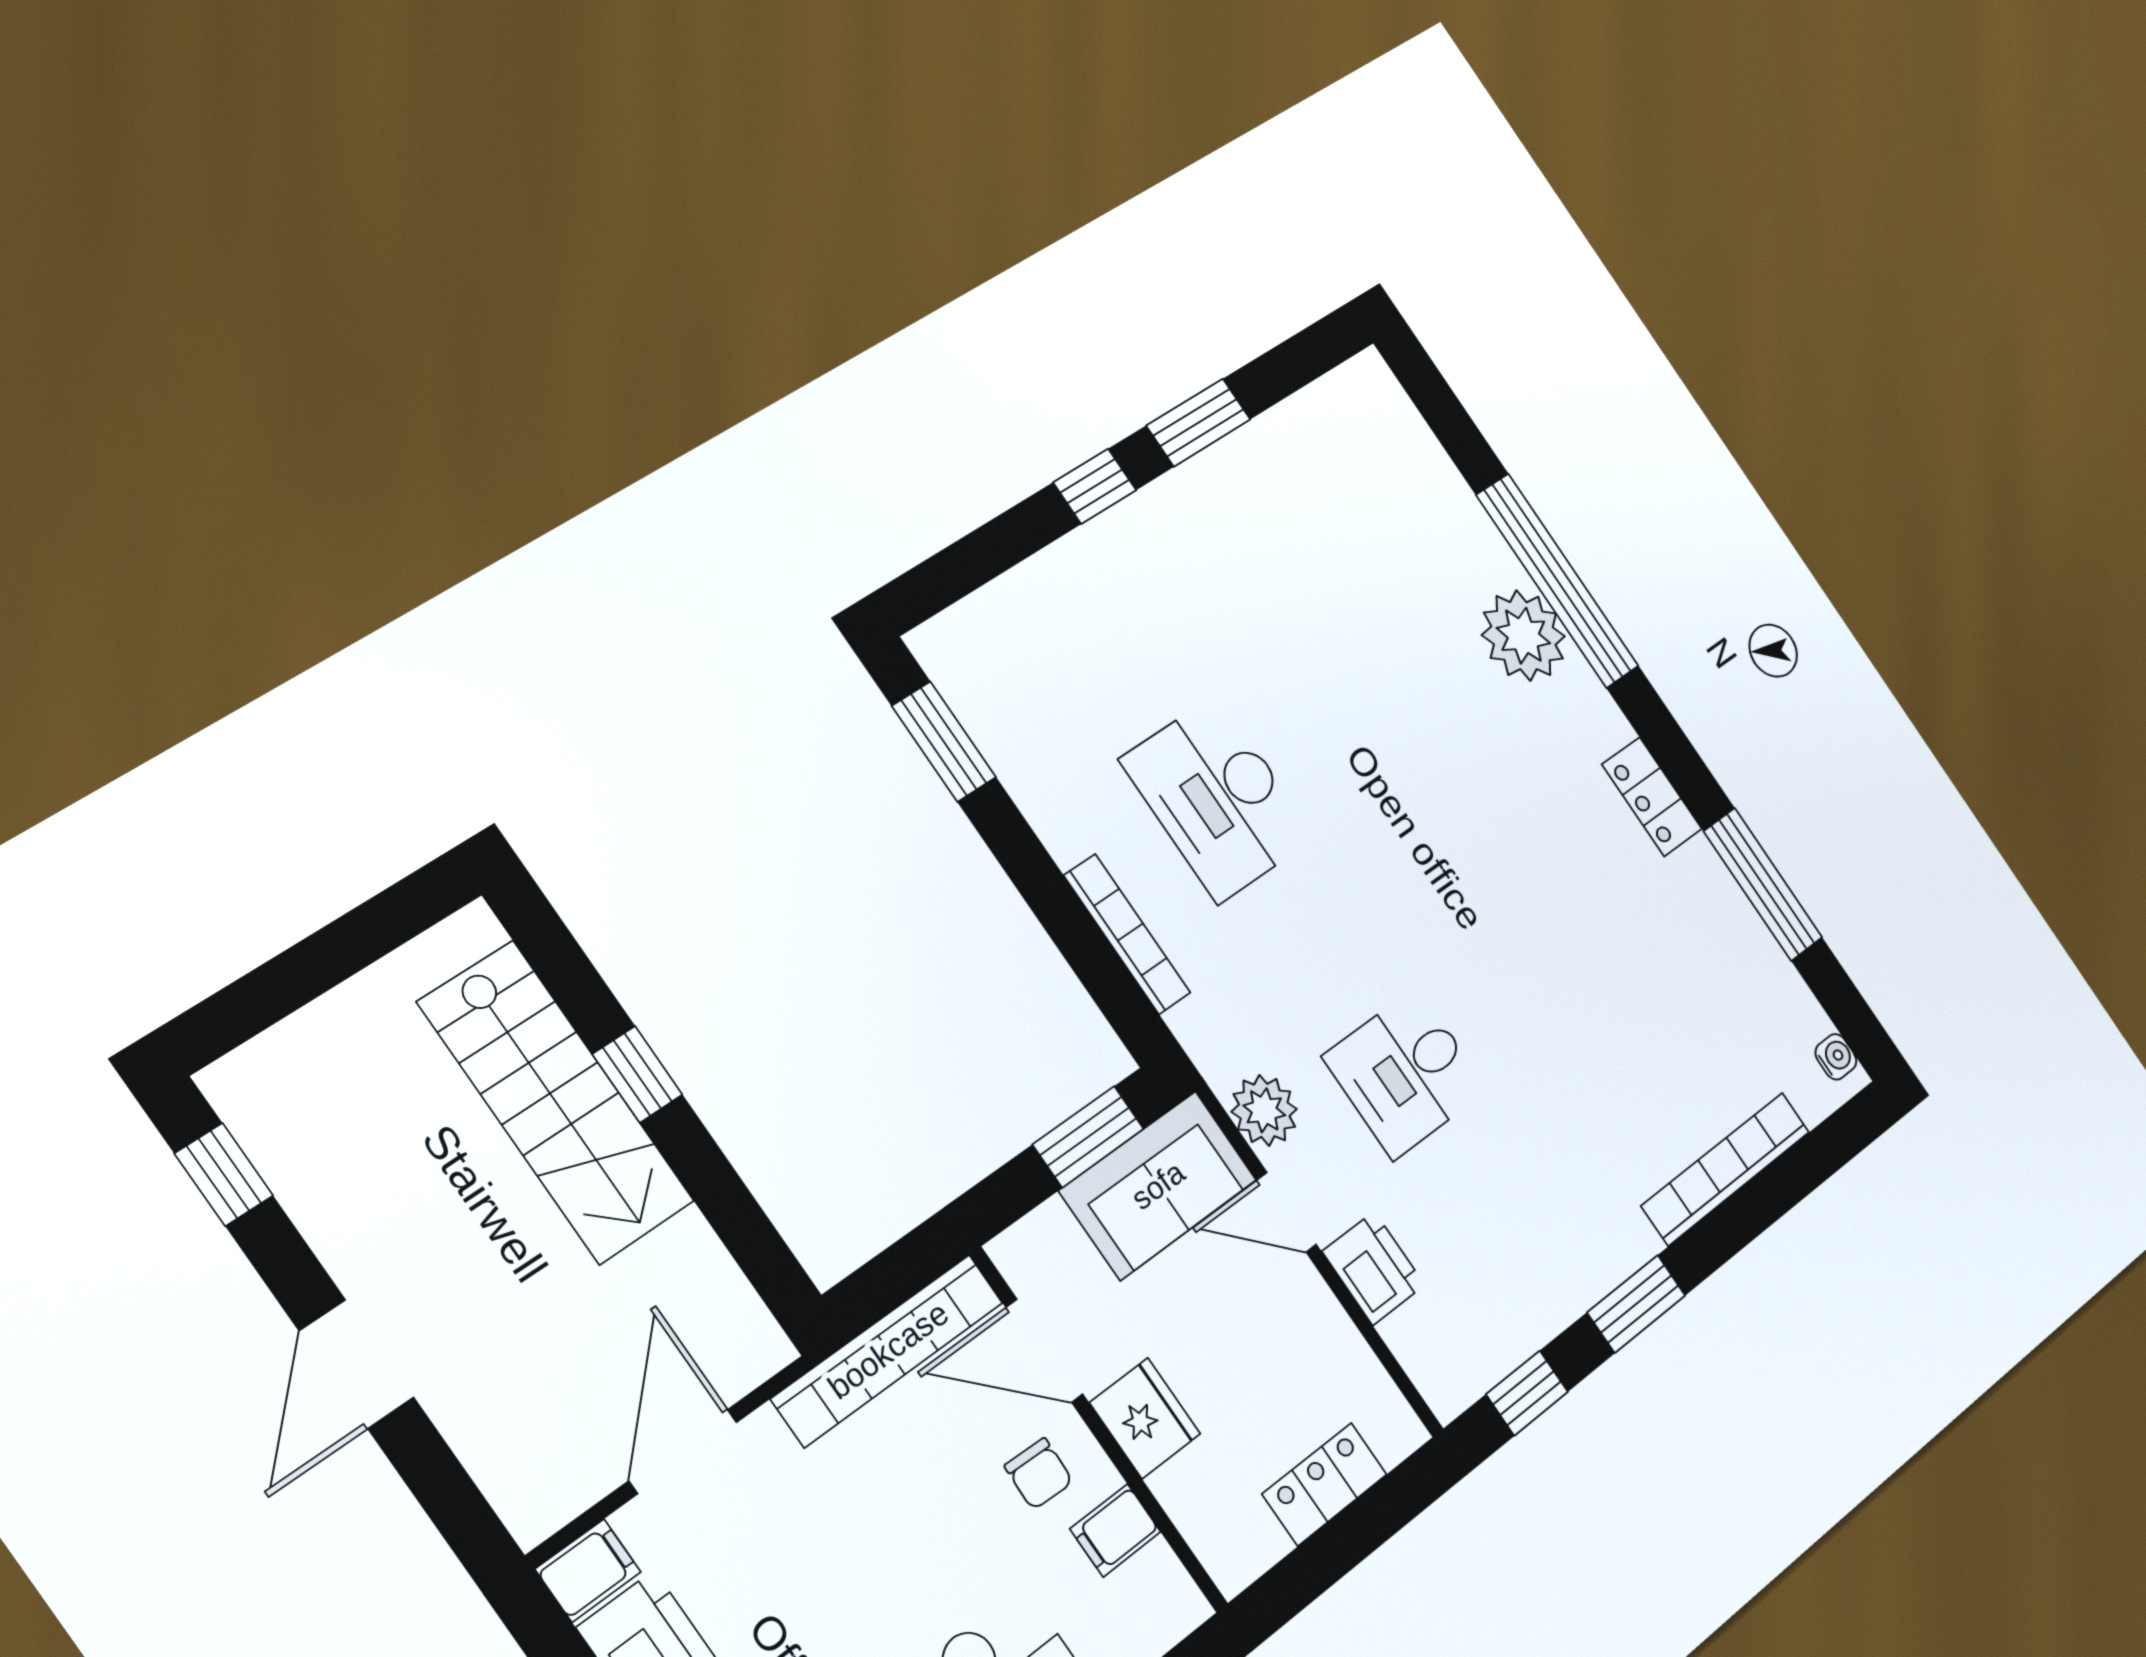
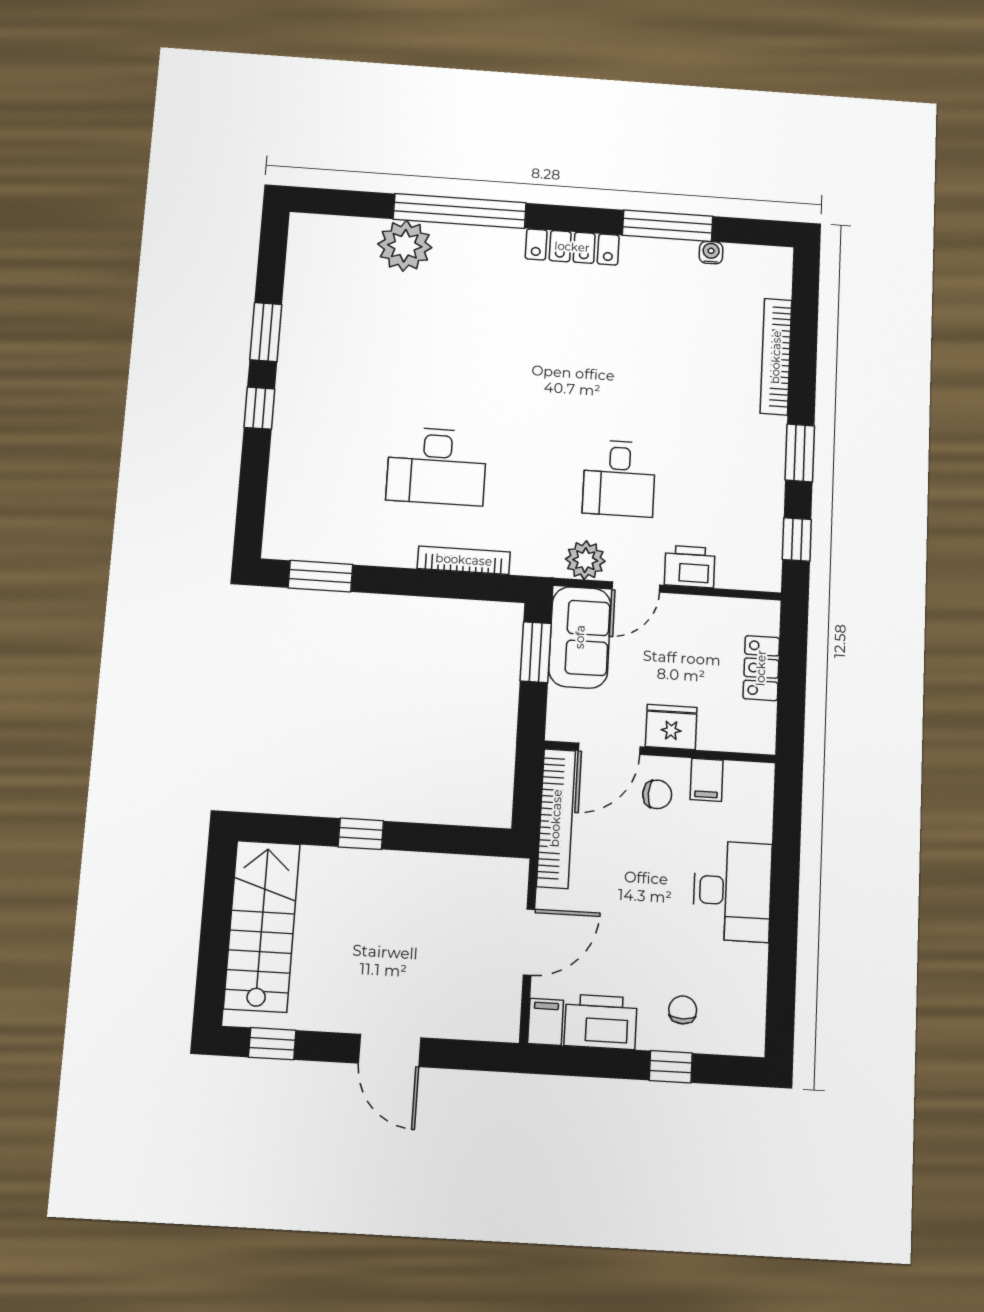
plant: (1523, 636) -> (405, 246), moved
locker: (1652, 797) -> (572, 247), width x1.53
water cooler: (1836, 1057) -> (711, 253), moved
stairs: (556, 1102) -> (262, 926), moved, turned -90
door: (683, 1451) -> (529, 942), swing flipped

